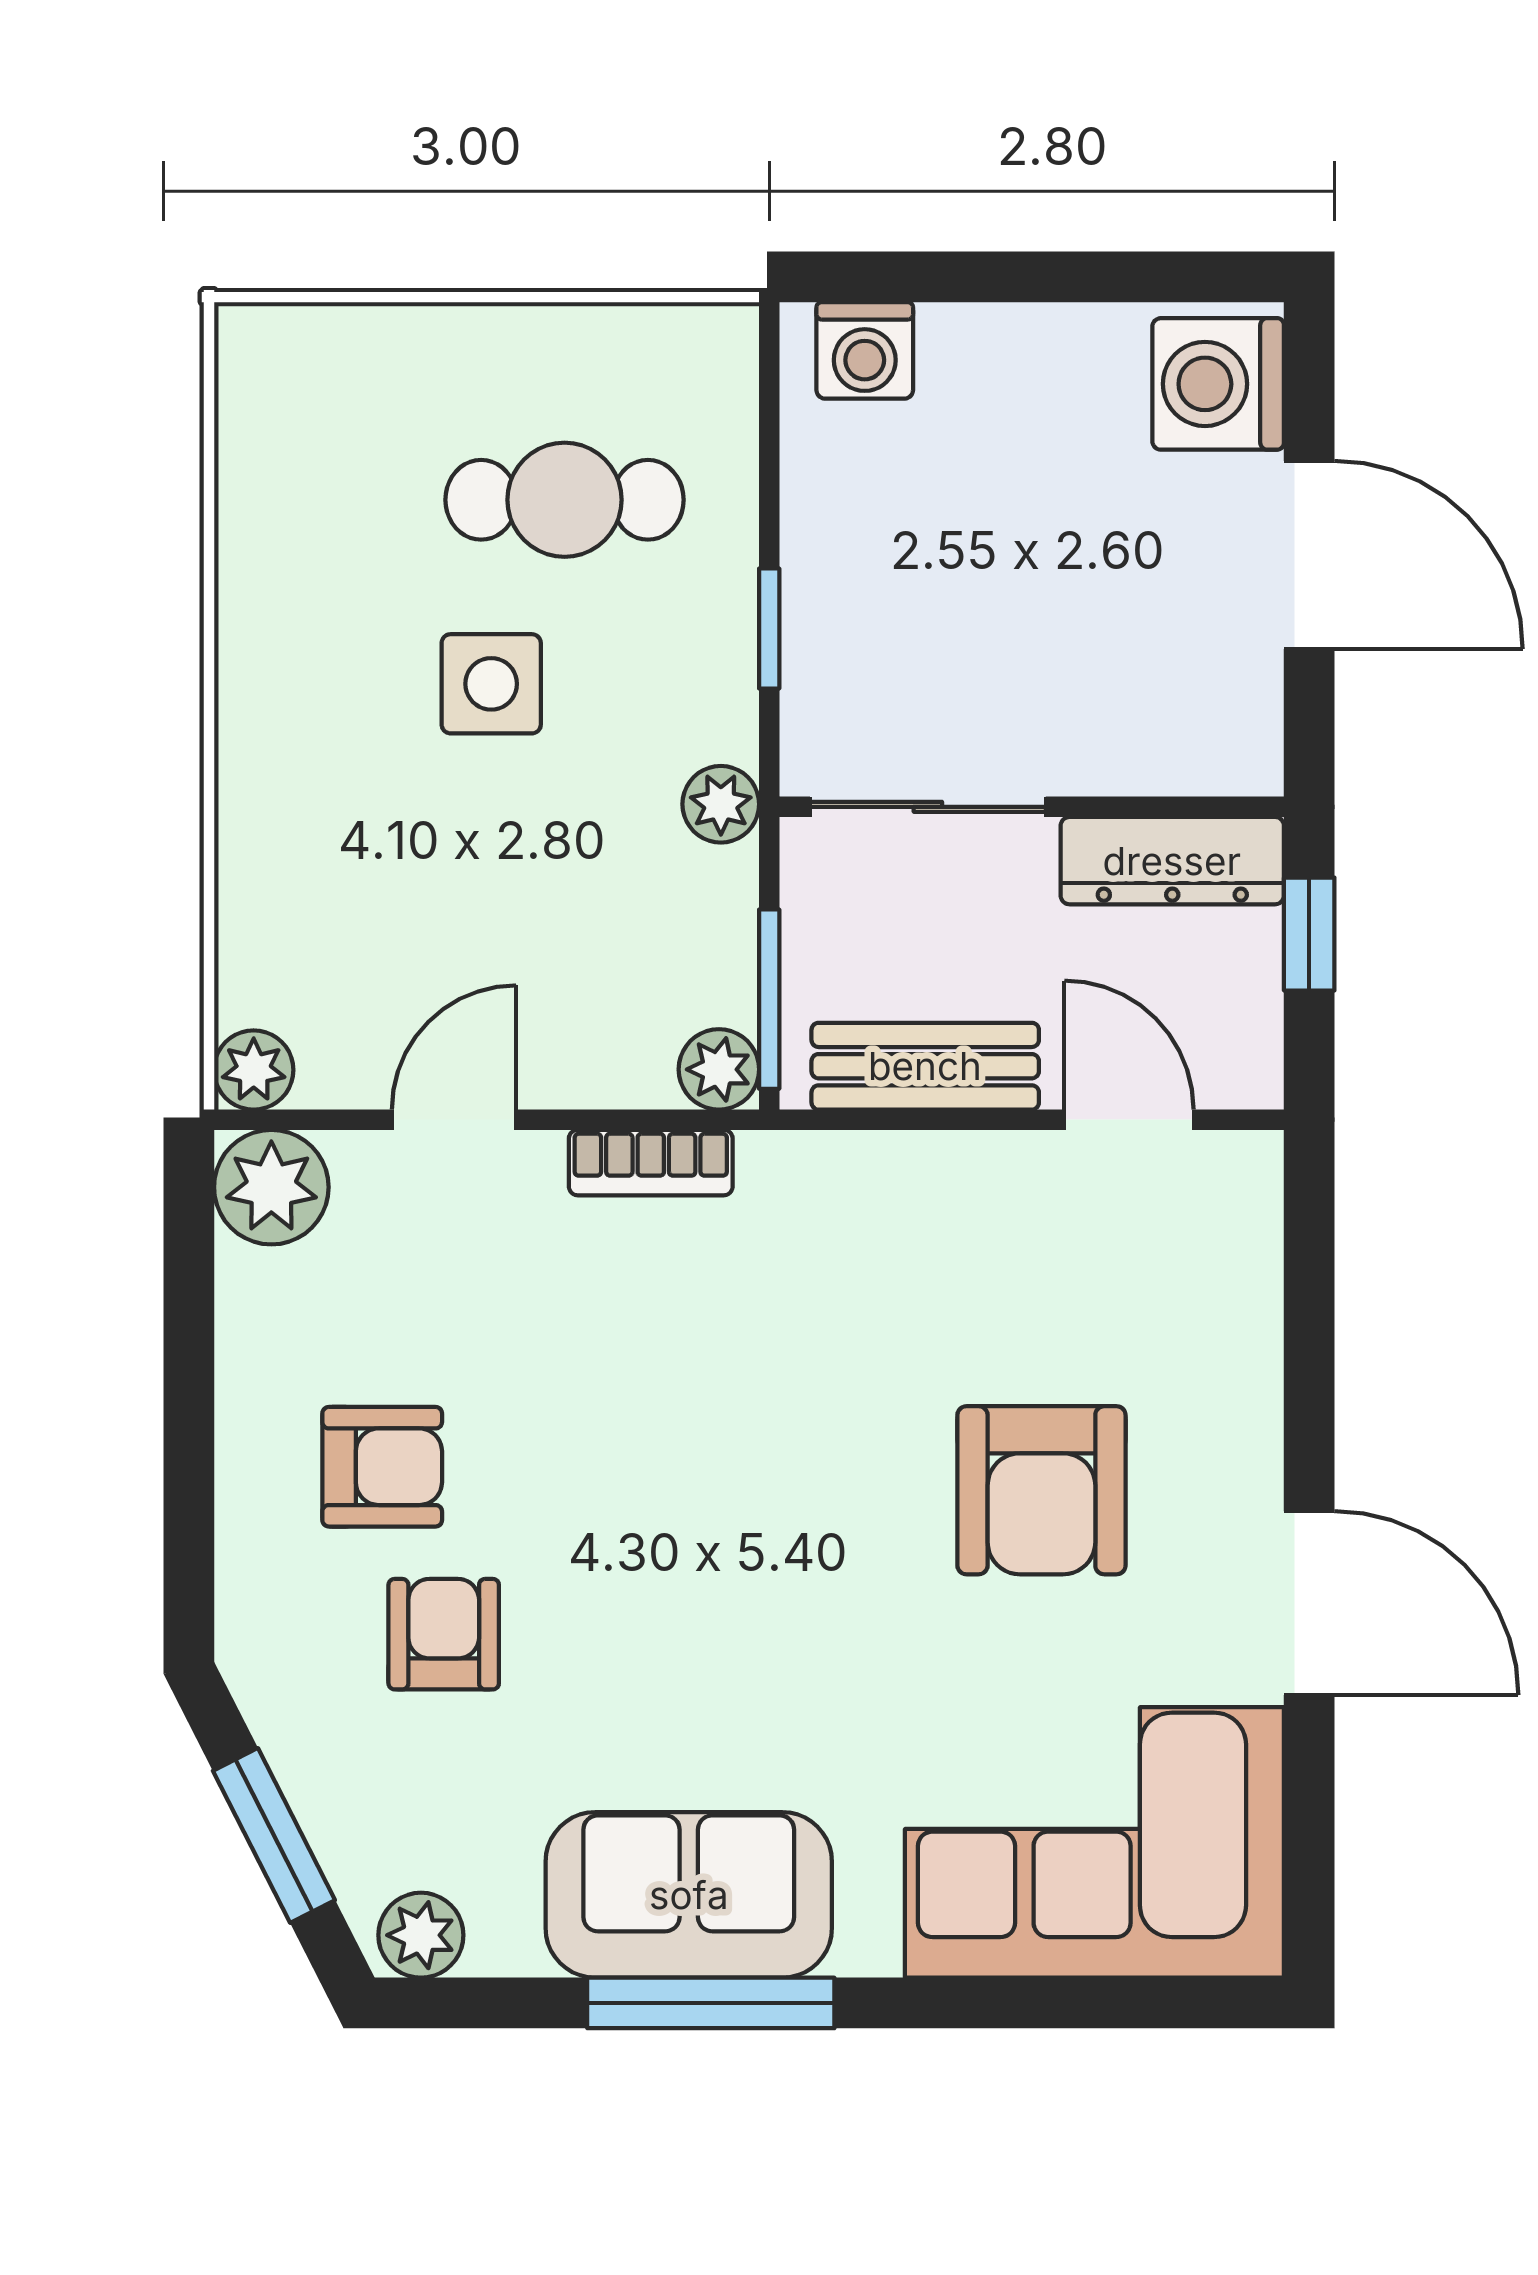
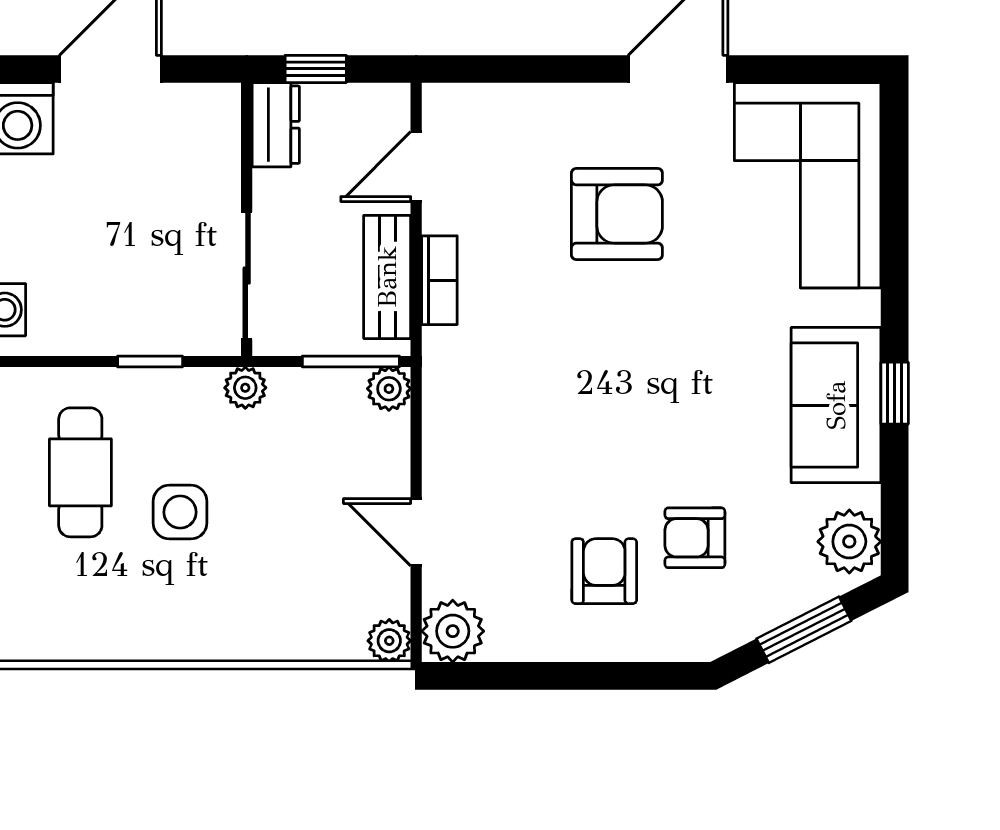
dresser: (1172, 861) -> (276, 125), width x0.70
bookcase: (651, 1163) -> (439, 280), moved
plant: (421, 1935) -> (849, 542), width x1.38, depth x1.38
window: (711, 2003) -> (895, 393), width x0.46

